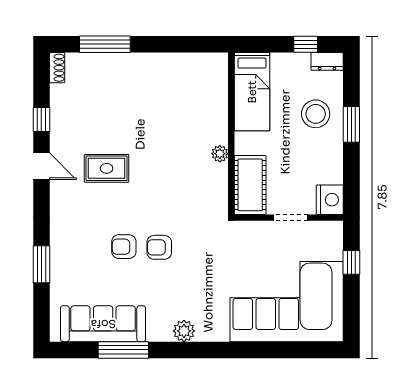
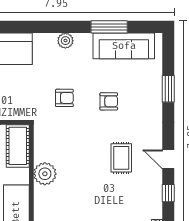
plant: (220, 154) -> (45, 174), width x1.87, depth x1.87
rug: (107, 168) -> (121, 158), turned 90
armchair: (159, 247) -> (64, 98), moved

